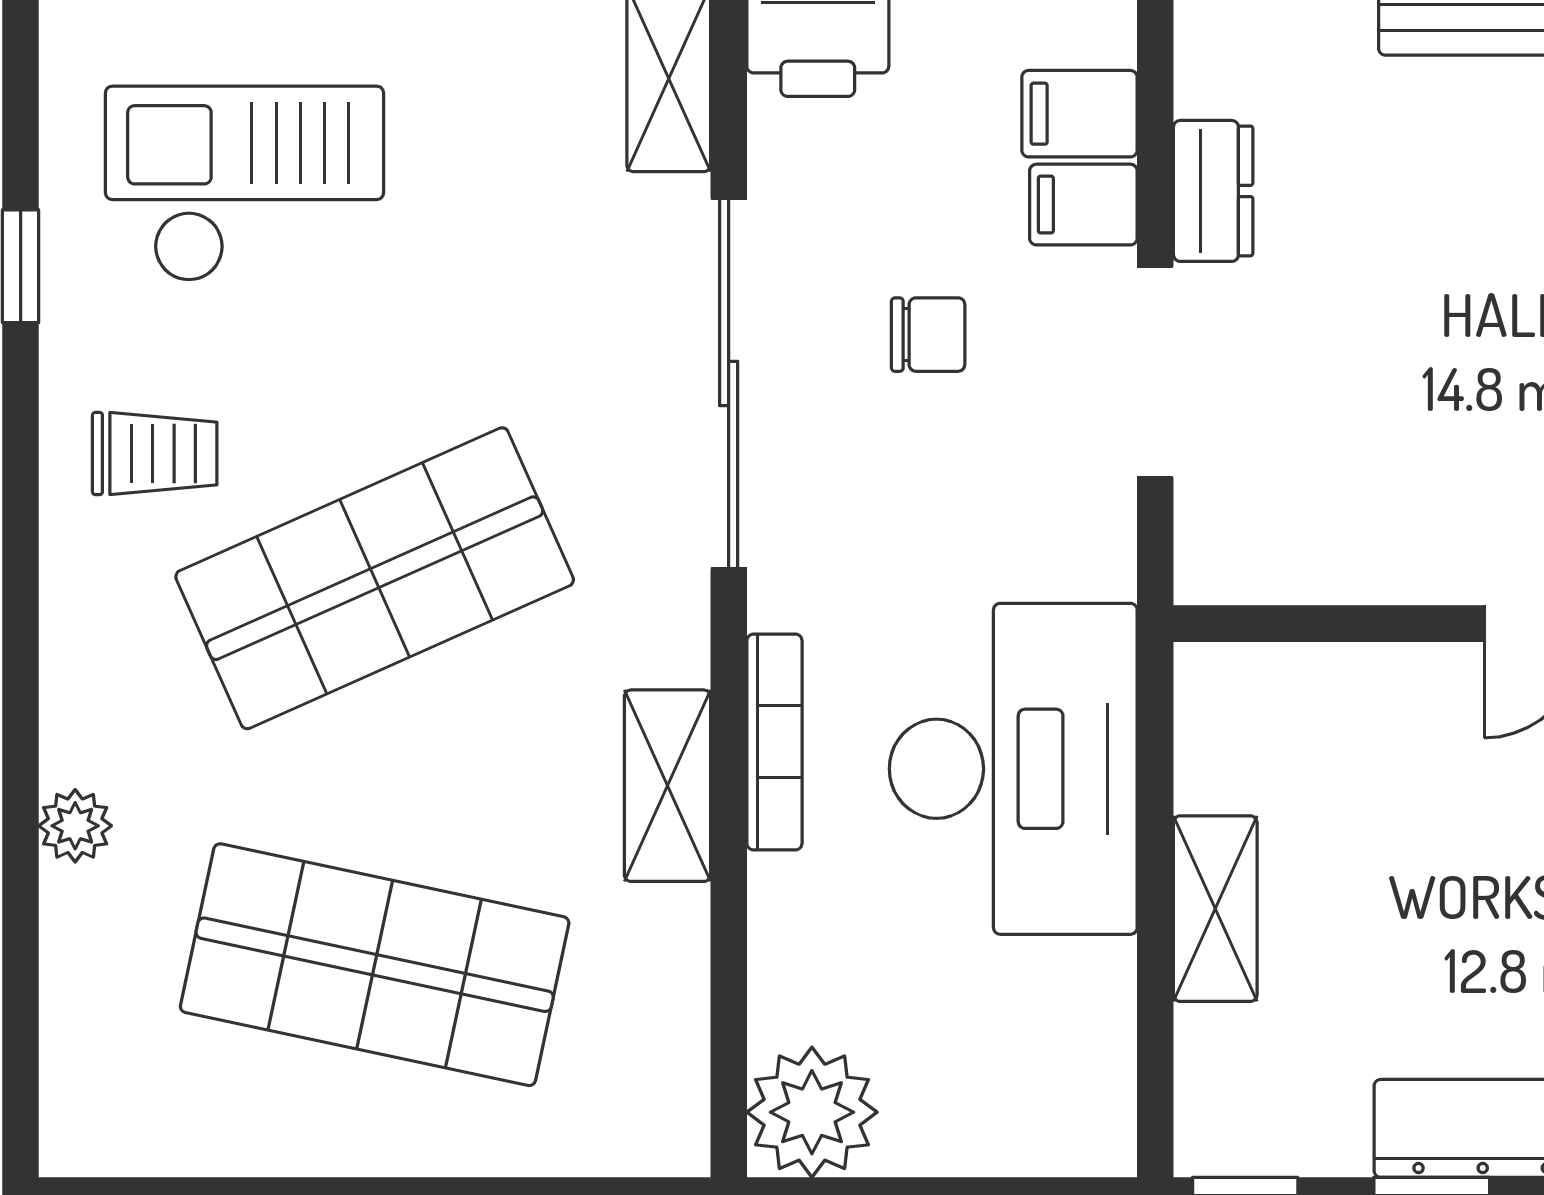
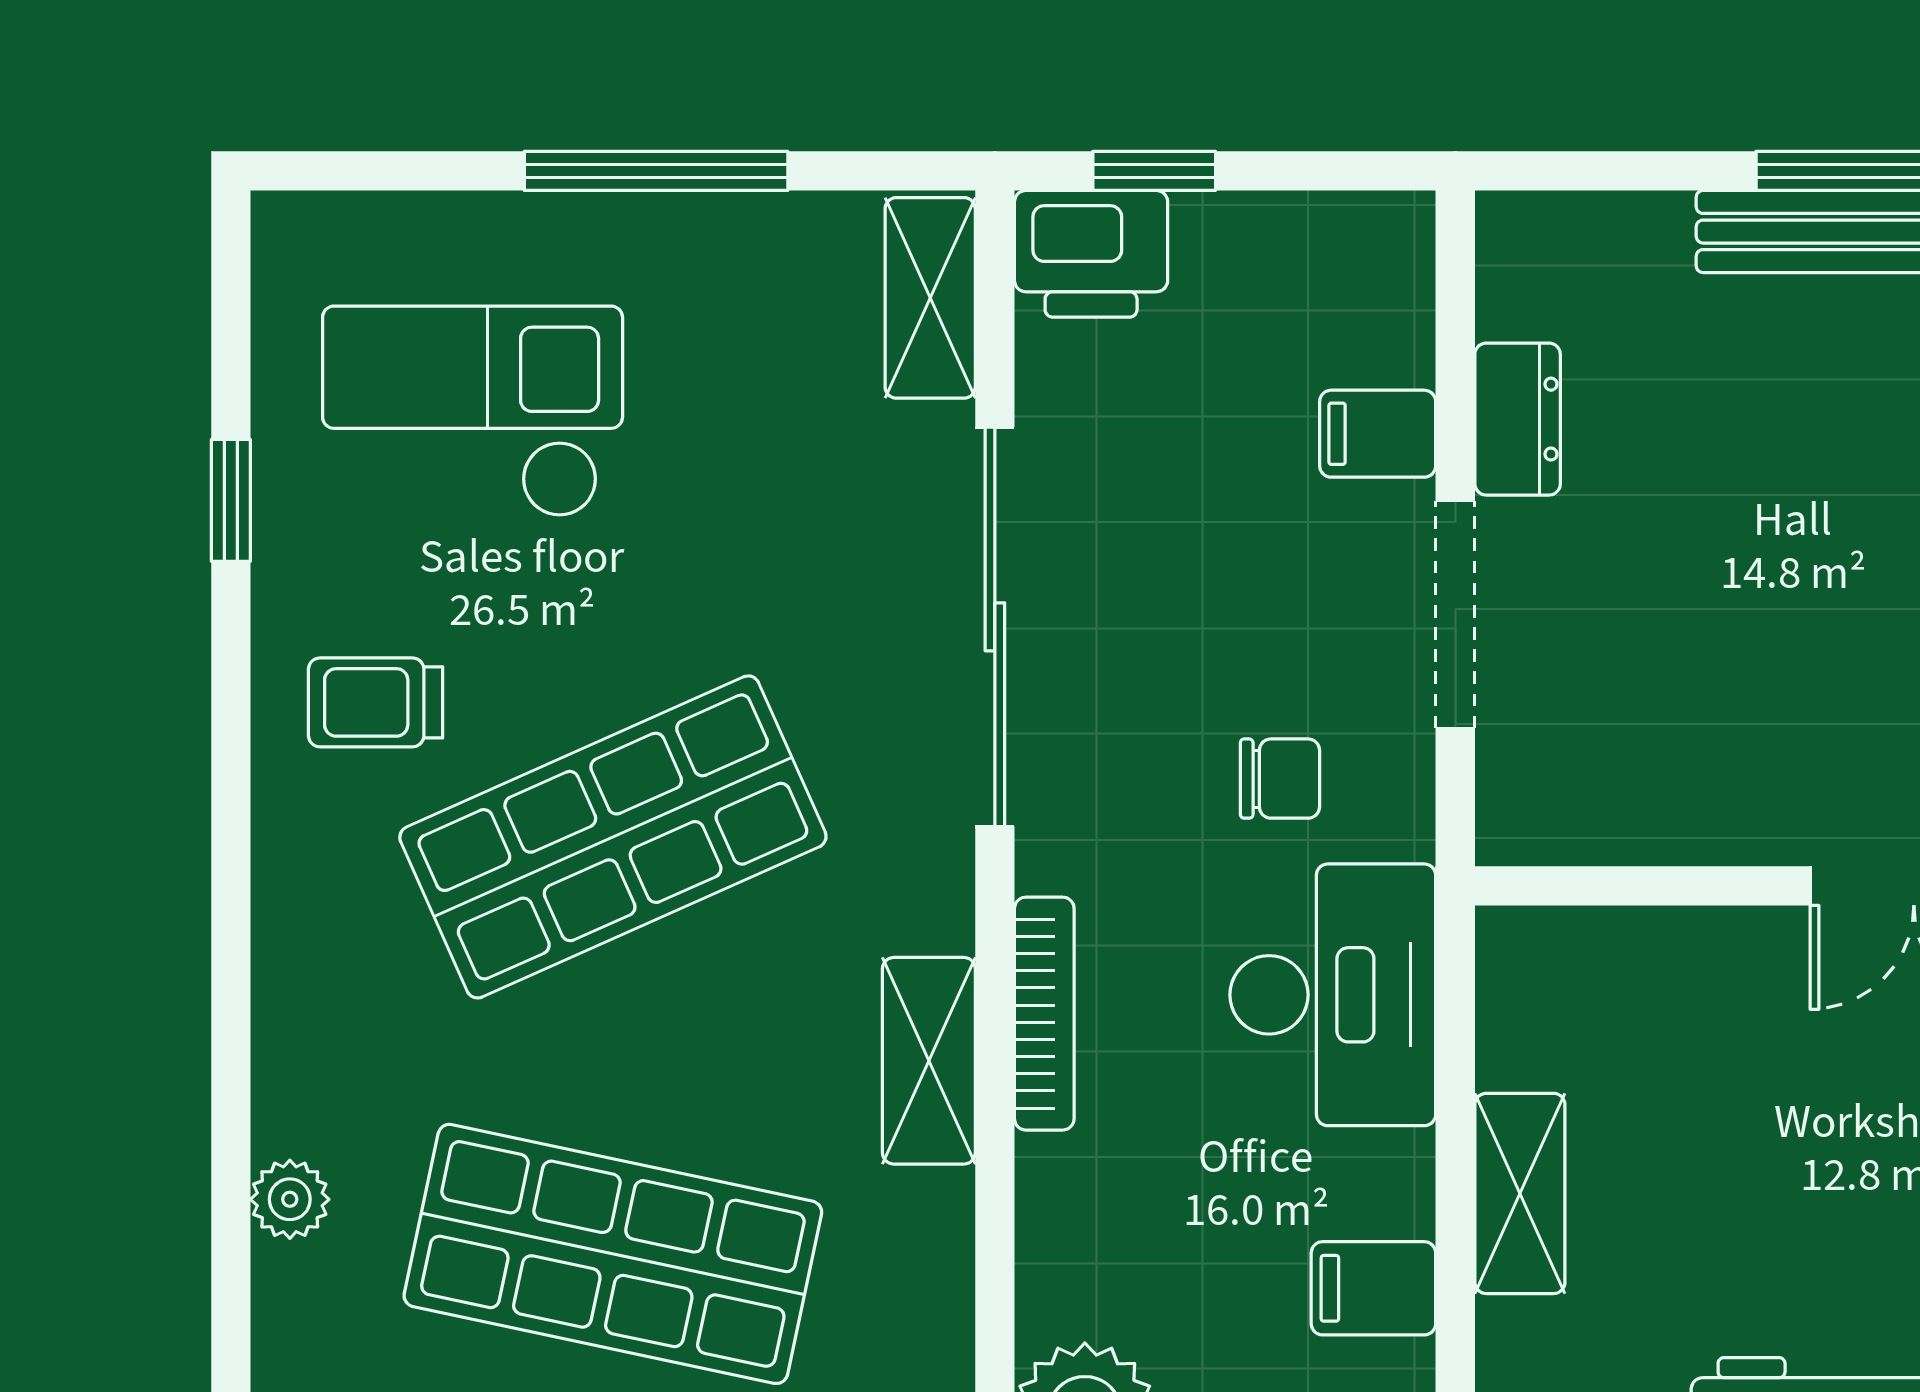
filing cabinet: (1080, 114) -> (1373, 1288), moved
chair: (928, 335) -> (1280, 779), moved
trolley: (155, 454) -> (376, 702), turned 180
desk: (1013, 769) -> (1333, 995), width x0.73, depth x0.77
plant: (75, 826) -> (290, 1199), moved

